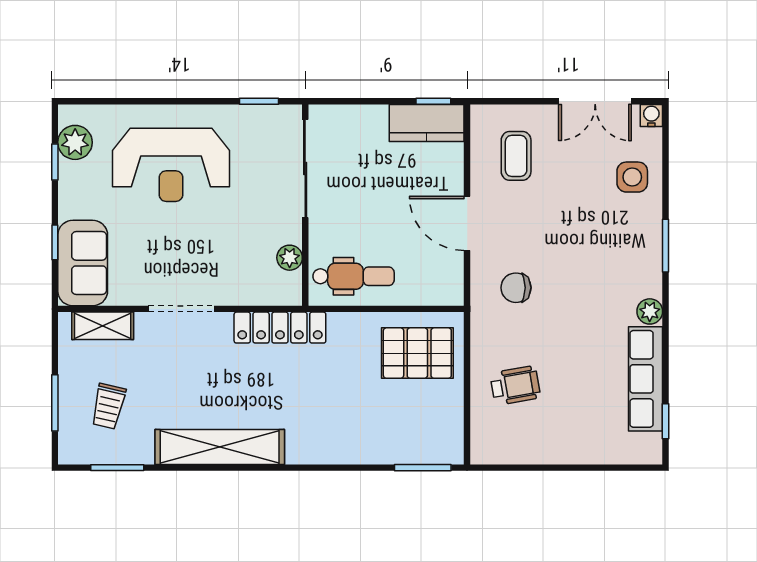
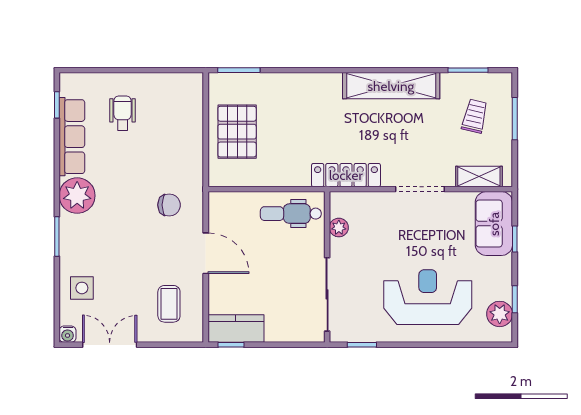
plant: (650, 311) -> (77, 196), width x1.88, depth x1.88
pallet: (417, 353) -> (237, 132), moved, turned 90
wheelchair: (515, 385) -> (123, 113), moved, turned 100

